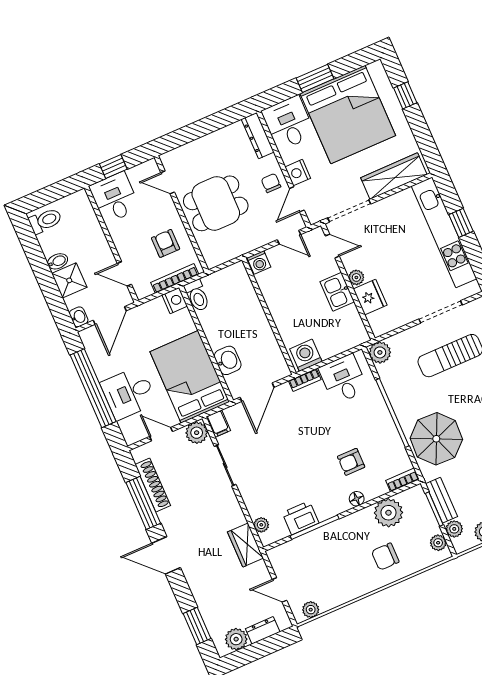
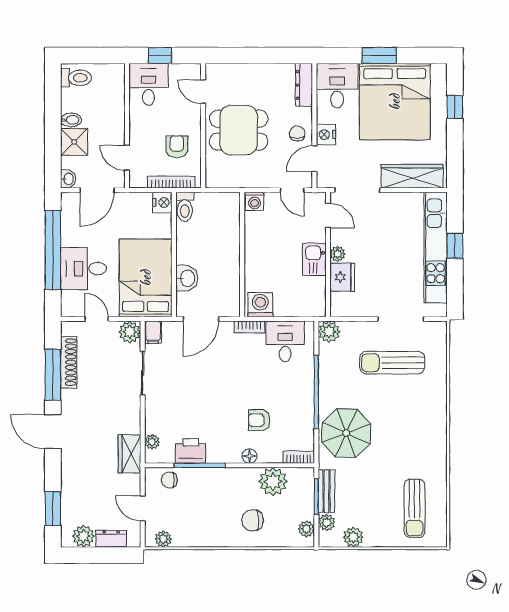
chair: (292, 553) -> (169, 480), added

